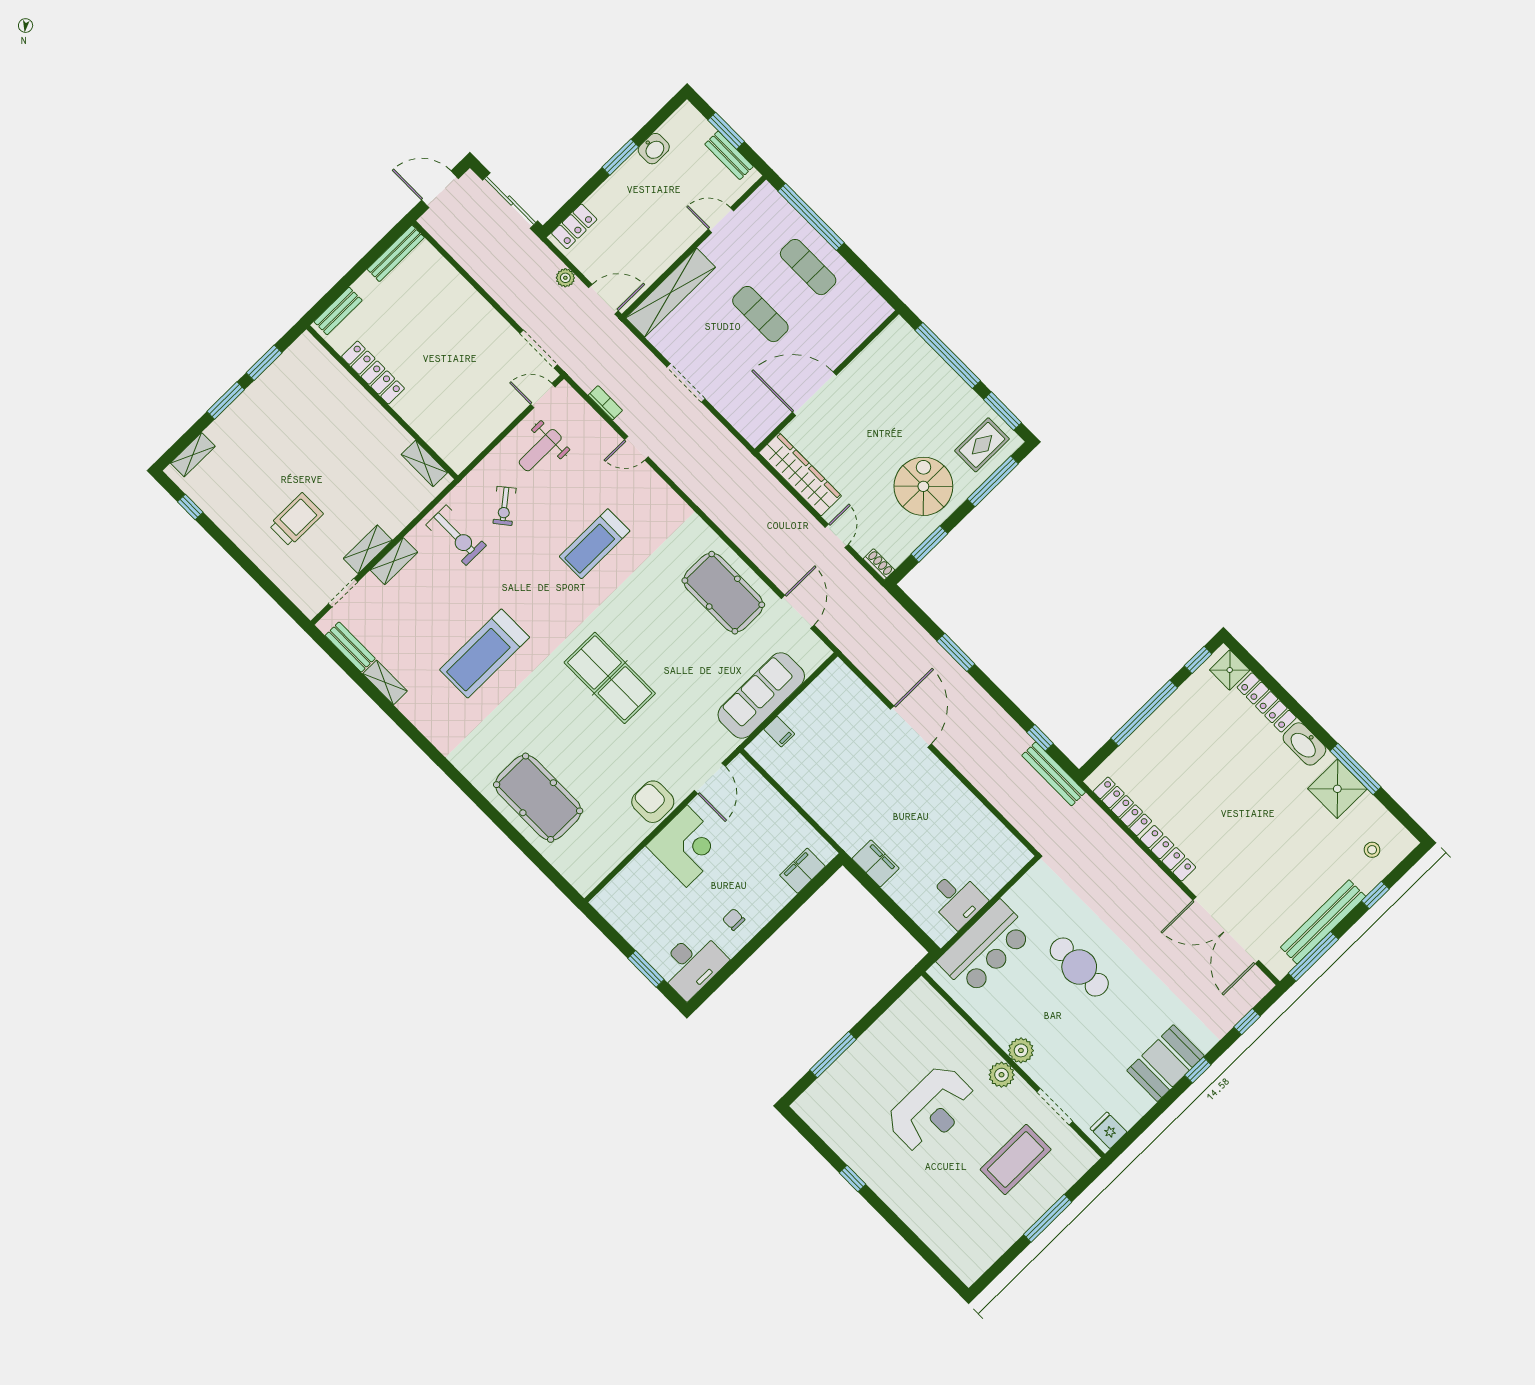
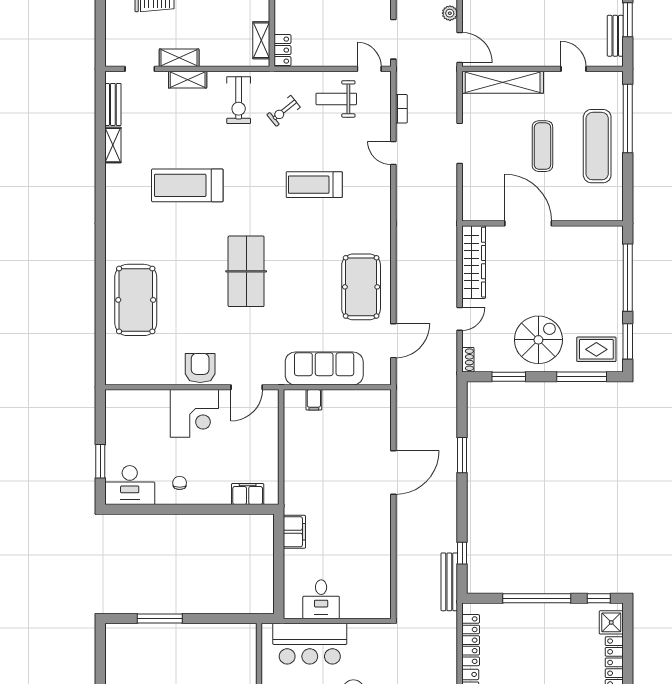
exercise mat: (808, 267) -> (597, 146), width x1.36, depth x1.45
locker: (451, 454) -> (282, 50), added

